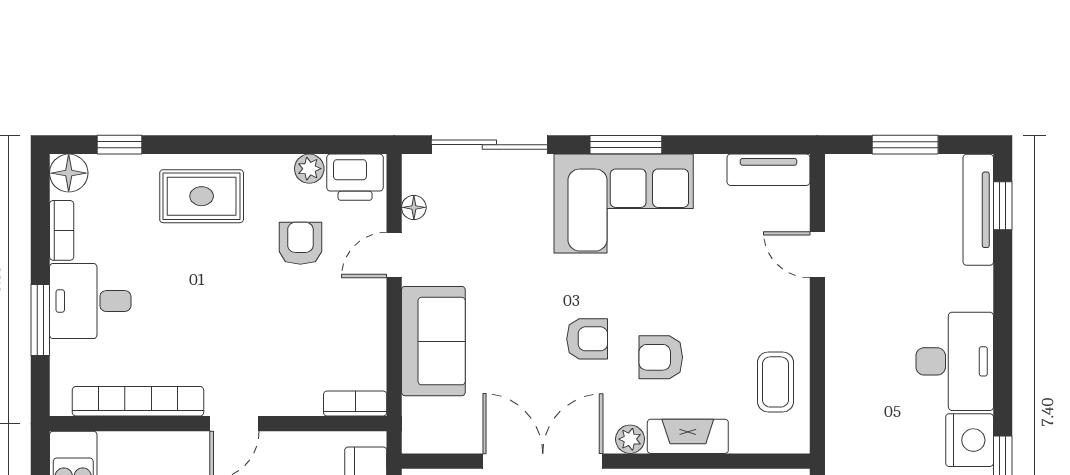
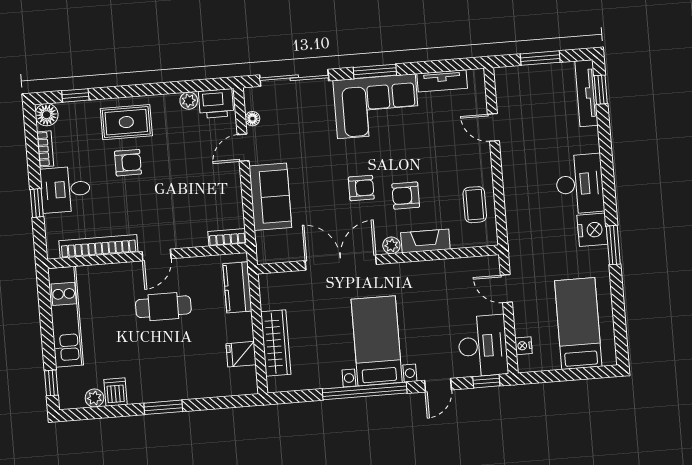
tv unit: (768, 170) -> (442, 81), moved
armchair: (300, 243) -> (128, 163), moved, turned 90
window: (40, 320) -> (37, 203), width x0.67

